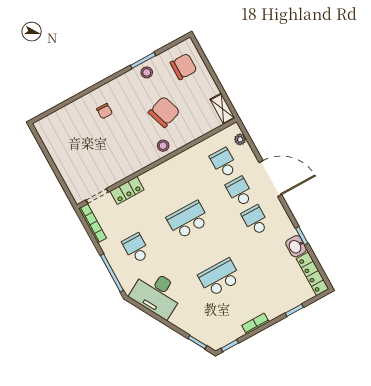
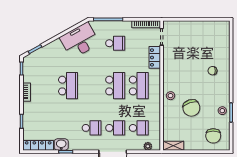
school desk: (172, 191) -> (139, 86), added

